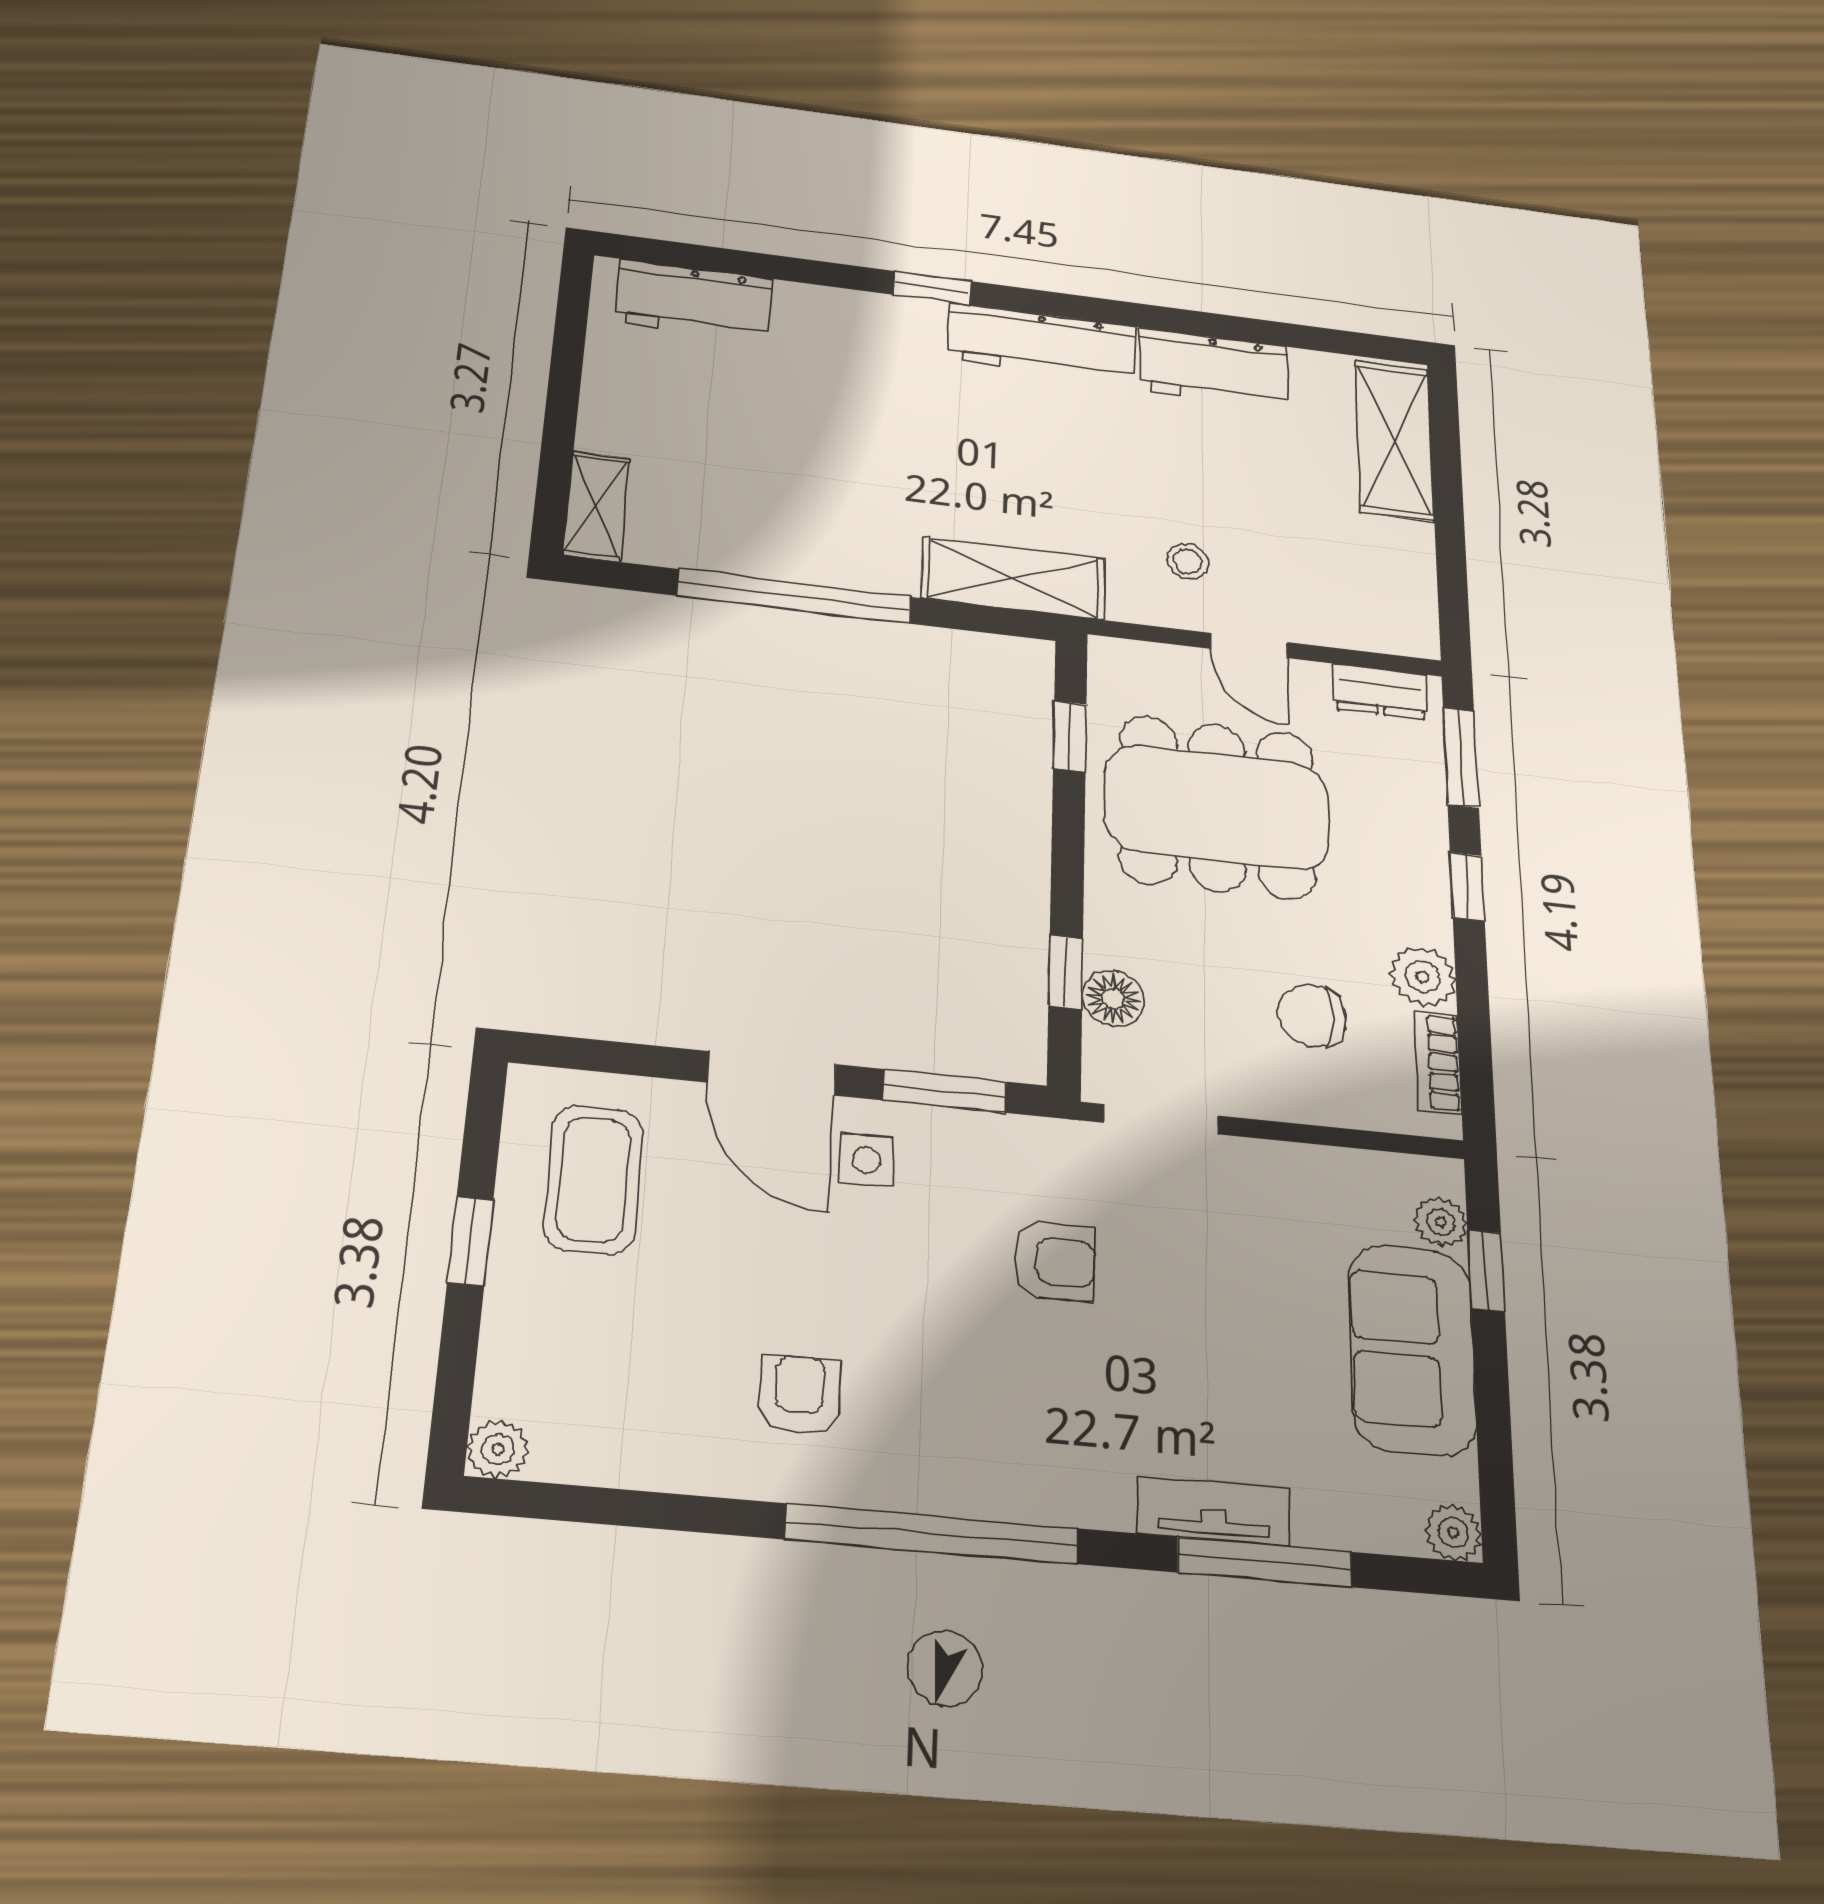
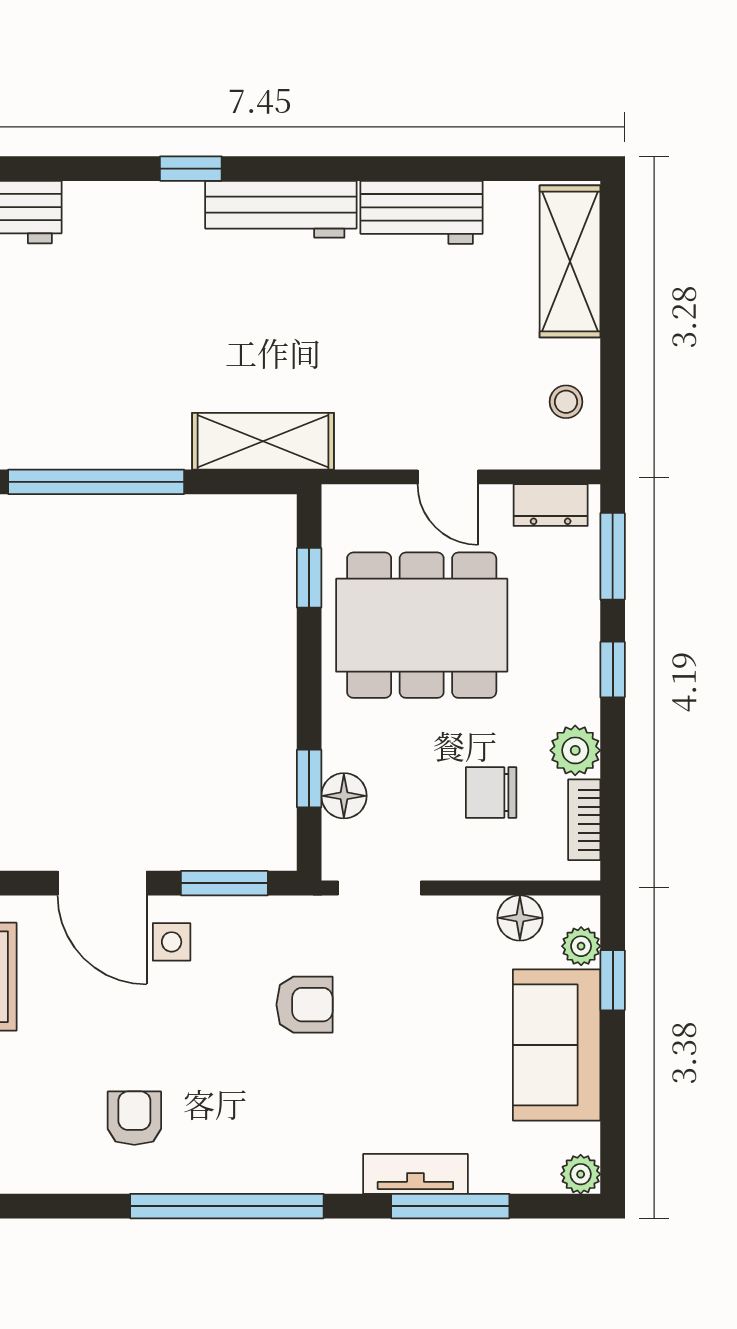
stool: (1188, 561) -> (566, 402), moved
floor lamp: (1356, 1177) -> (520, 918), added

